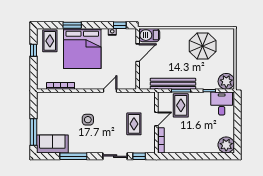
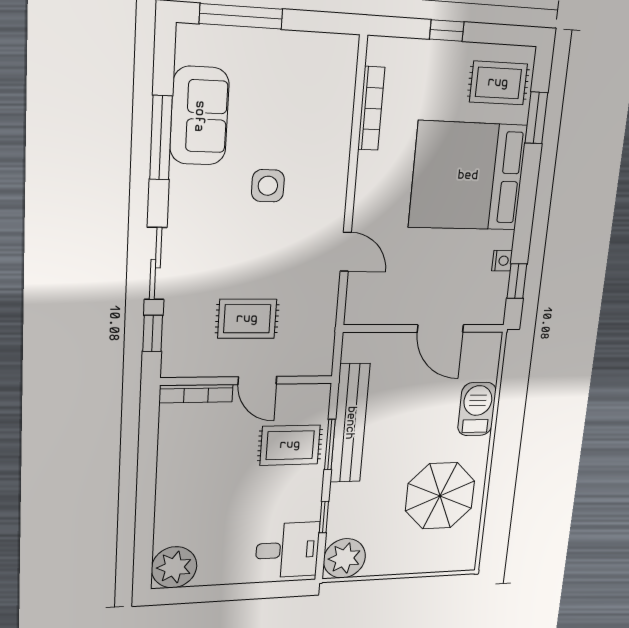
window: (72, 25) -> (536, 118), moved
barbecue: (149, 35) -> (477, 409), moved
window: (33, 50) -> (447, 30), moved
sofa: (52, 144) -> (199, 116), moved

